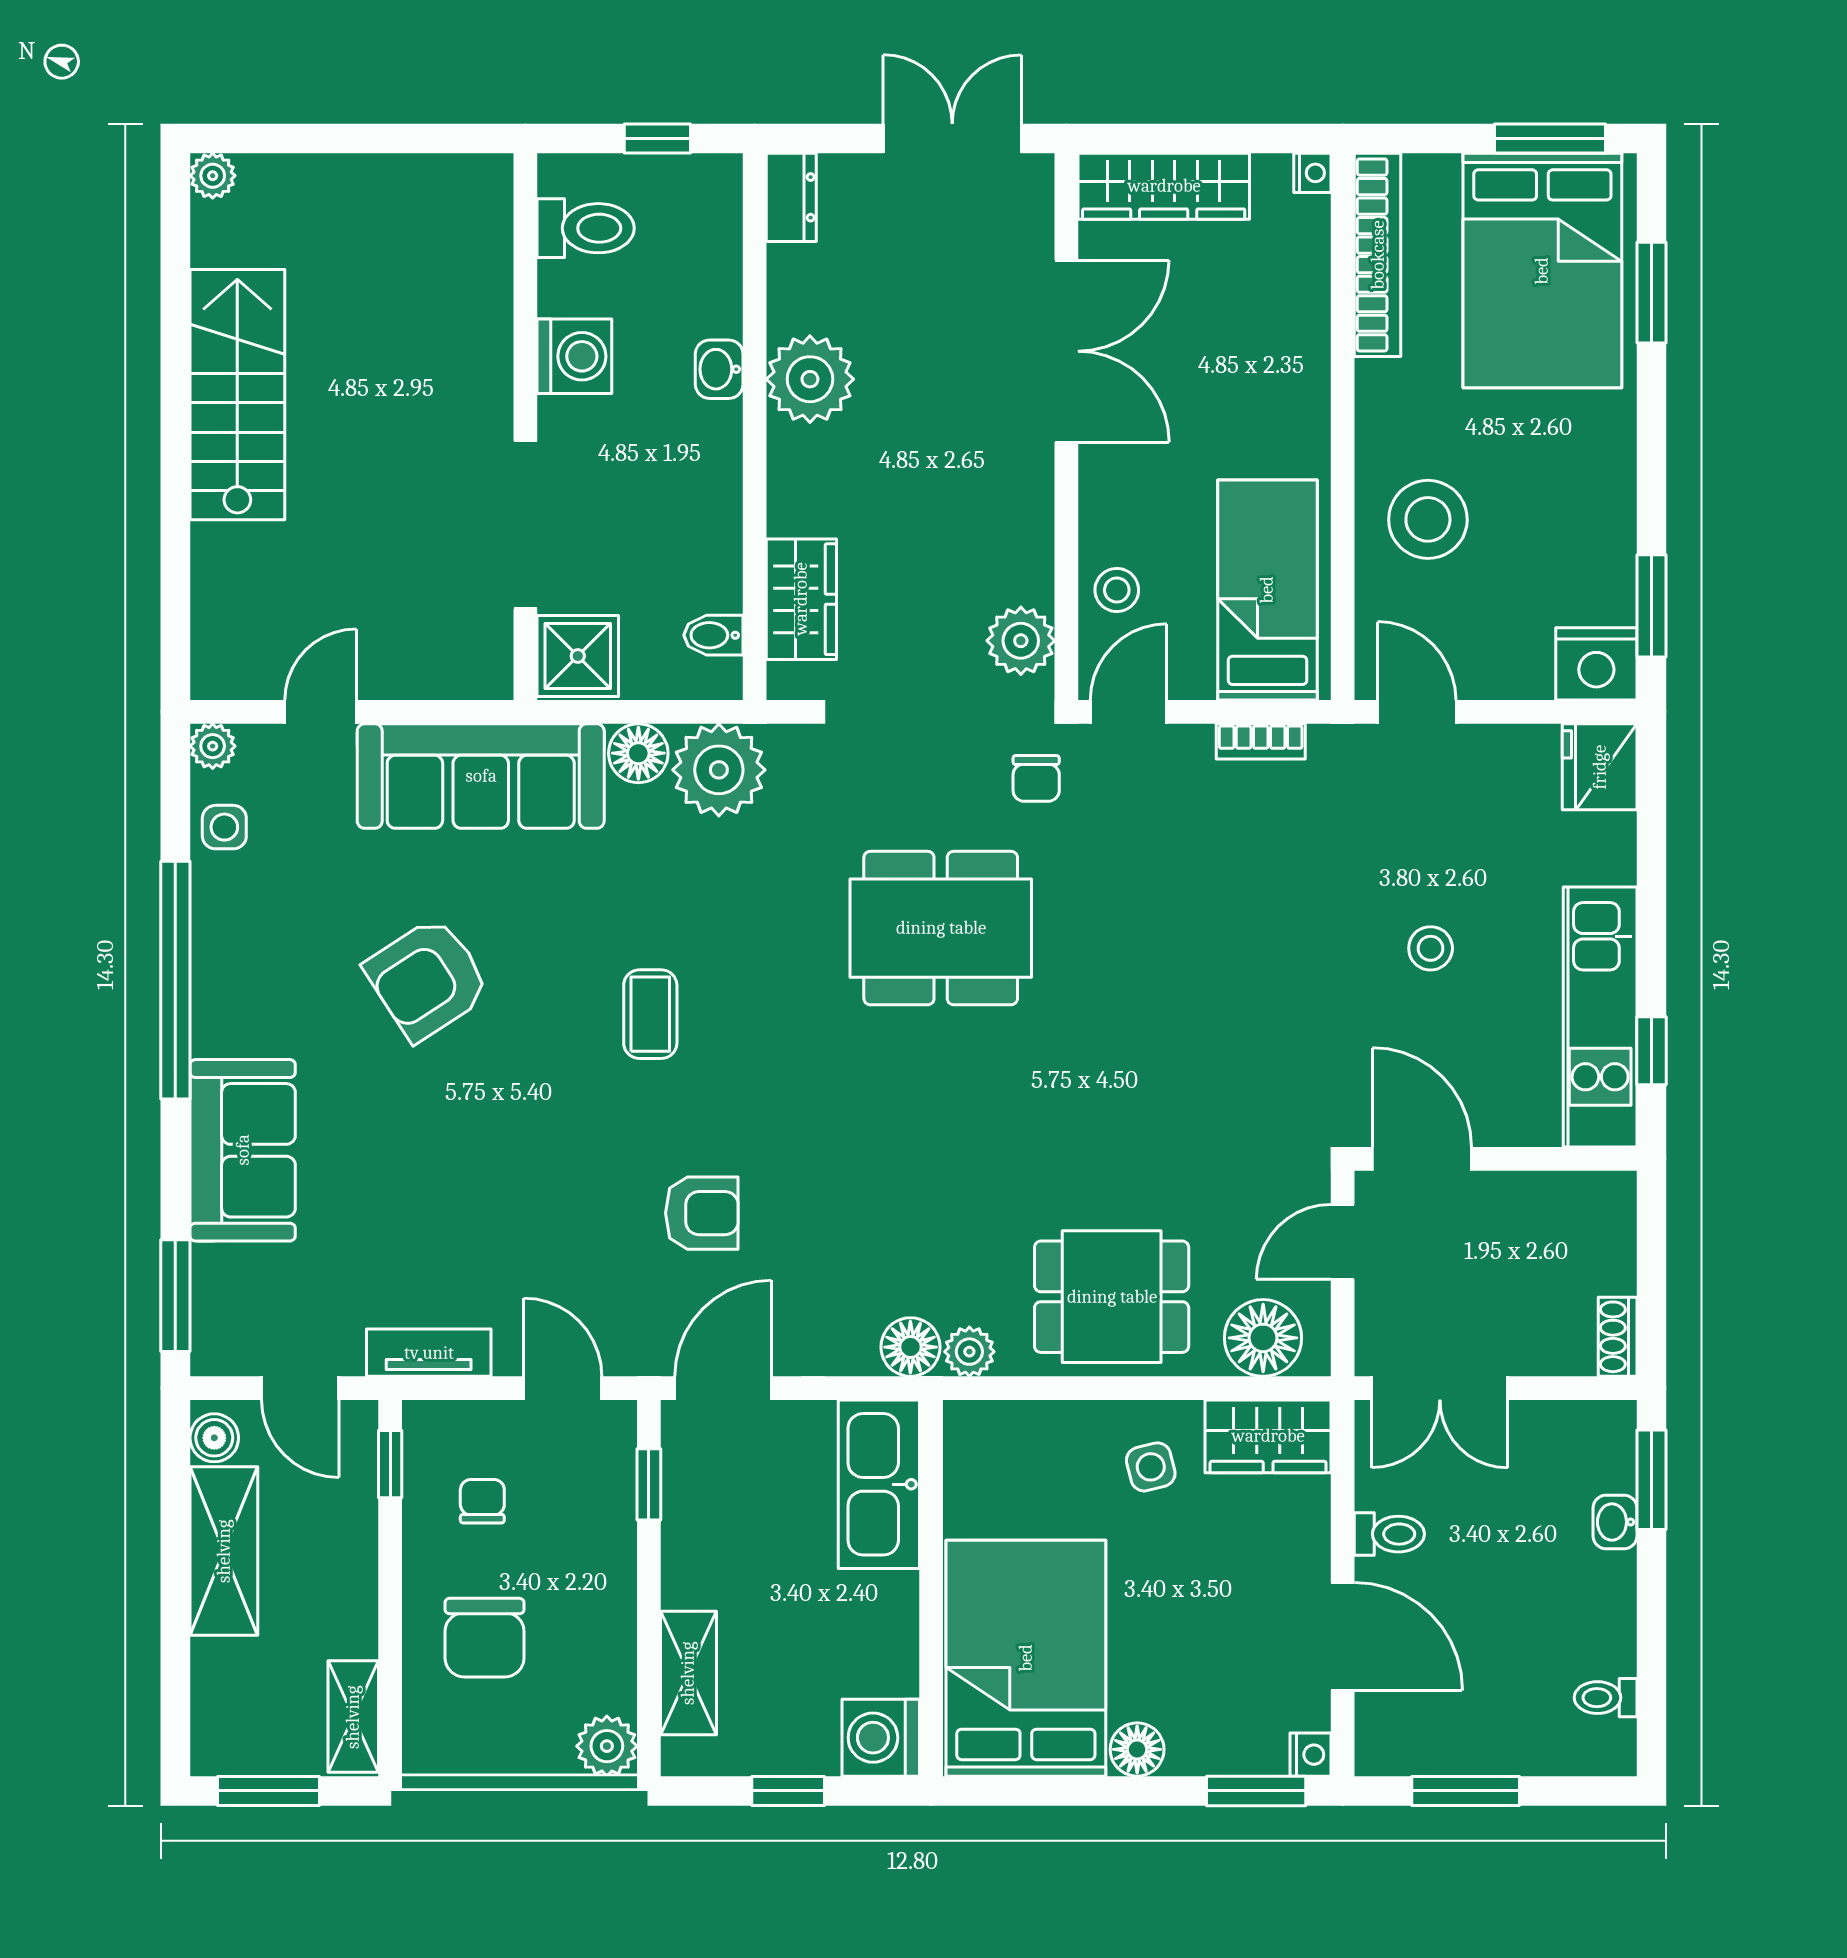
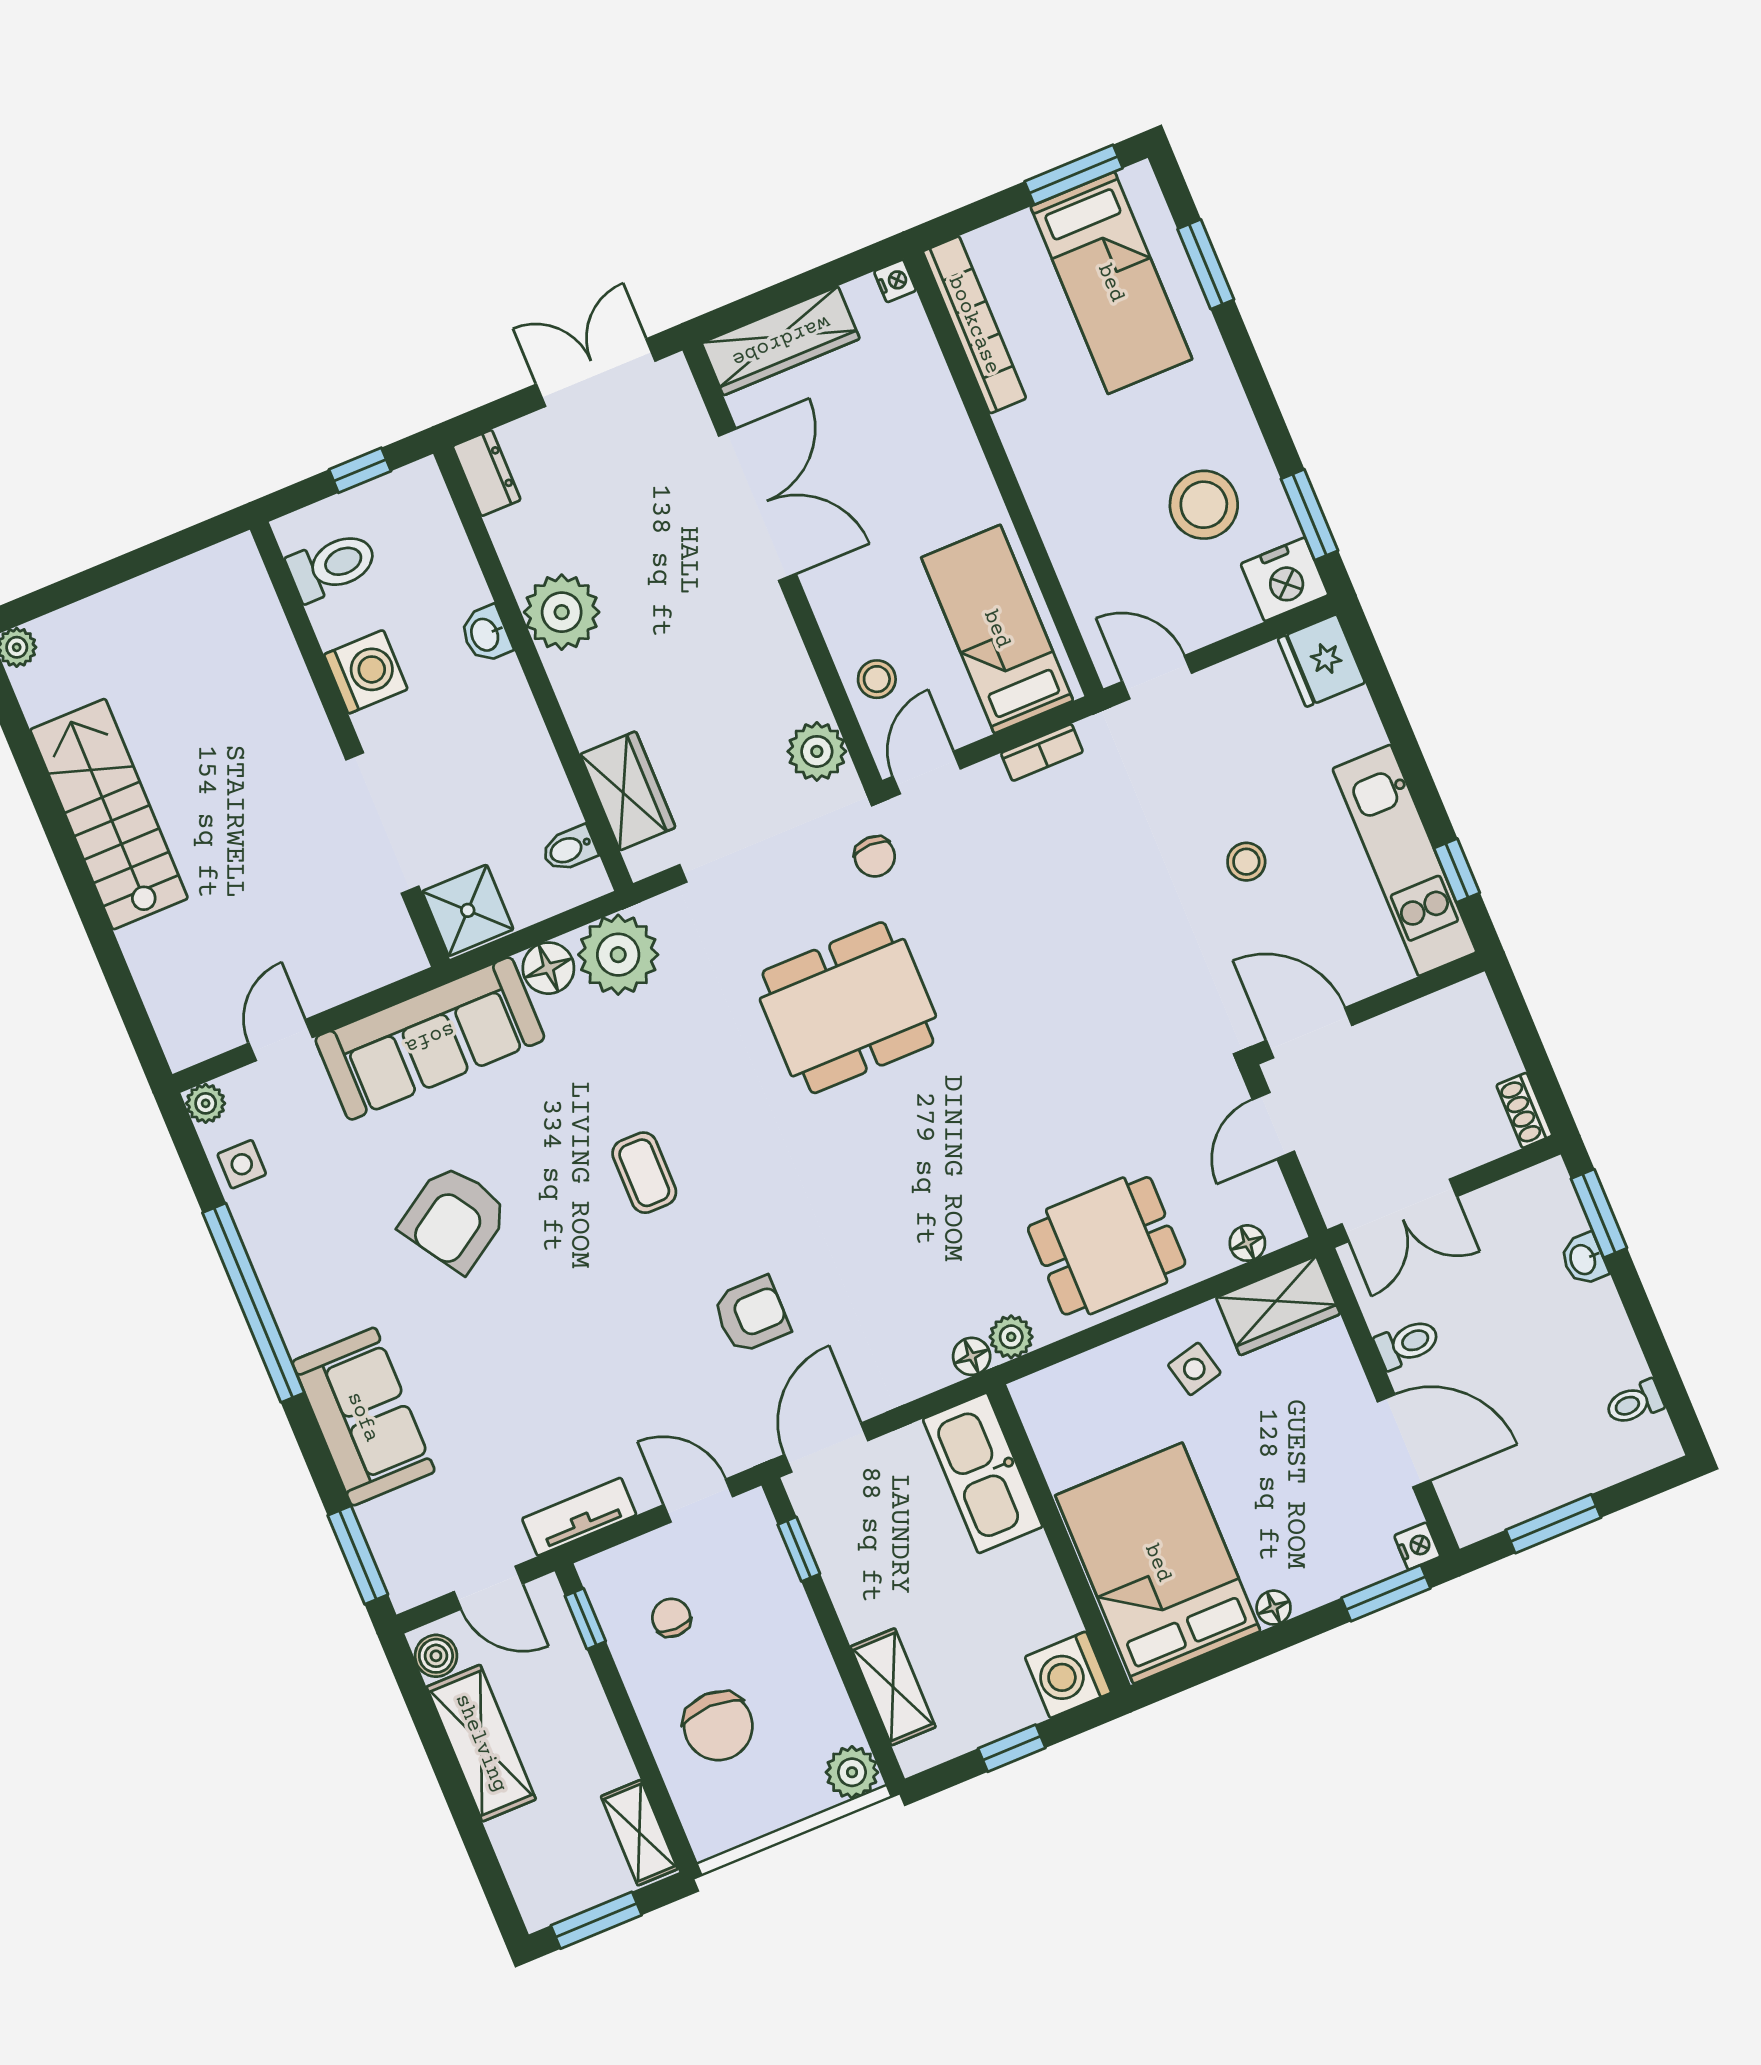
bed: (1542, 271) -> (1111, 283), width x0.67
stool: (1428, 519) -> (1204, 505), moved
floor lamp: (1263, 1338) -> (1247, 1243), width x0.53, depth x0.53
floor lamp: (910, 1347) -> (972, 1356), width x0.73, depth x0.73
floor lamp: (1137, 1749) -> (1274, 1608), width x0.73, depth x0.73

